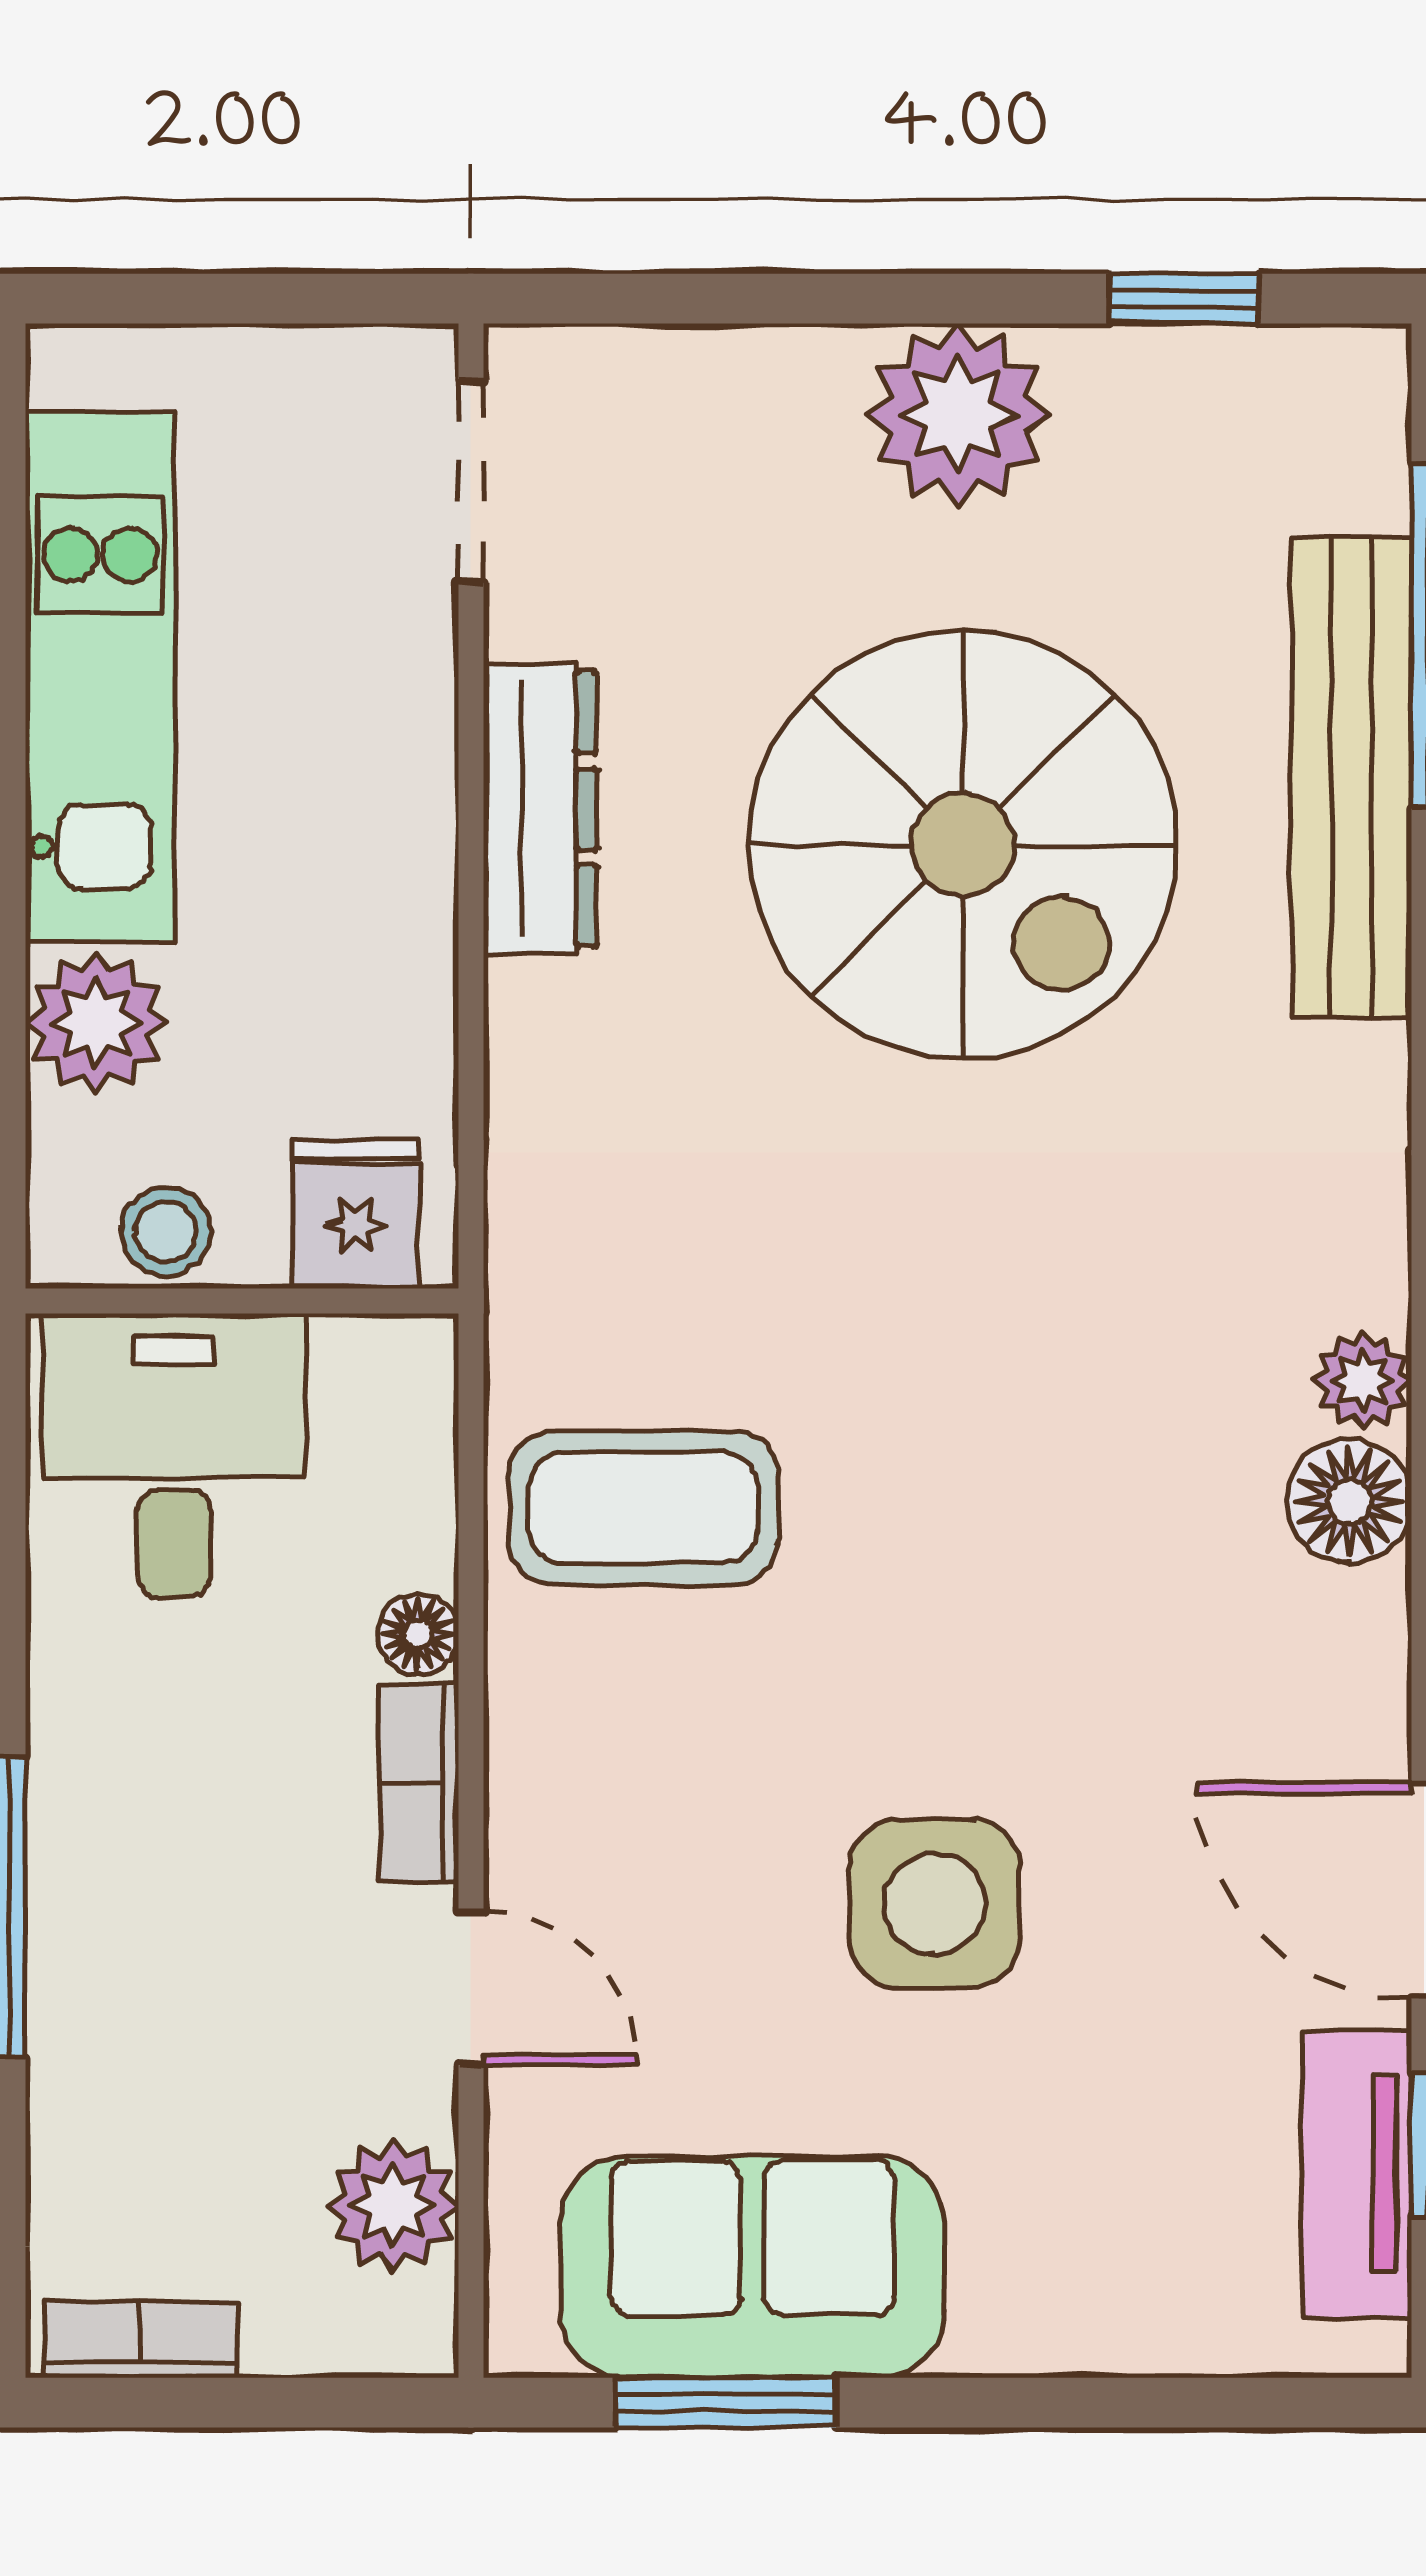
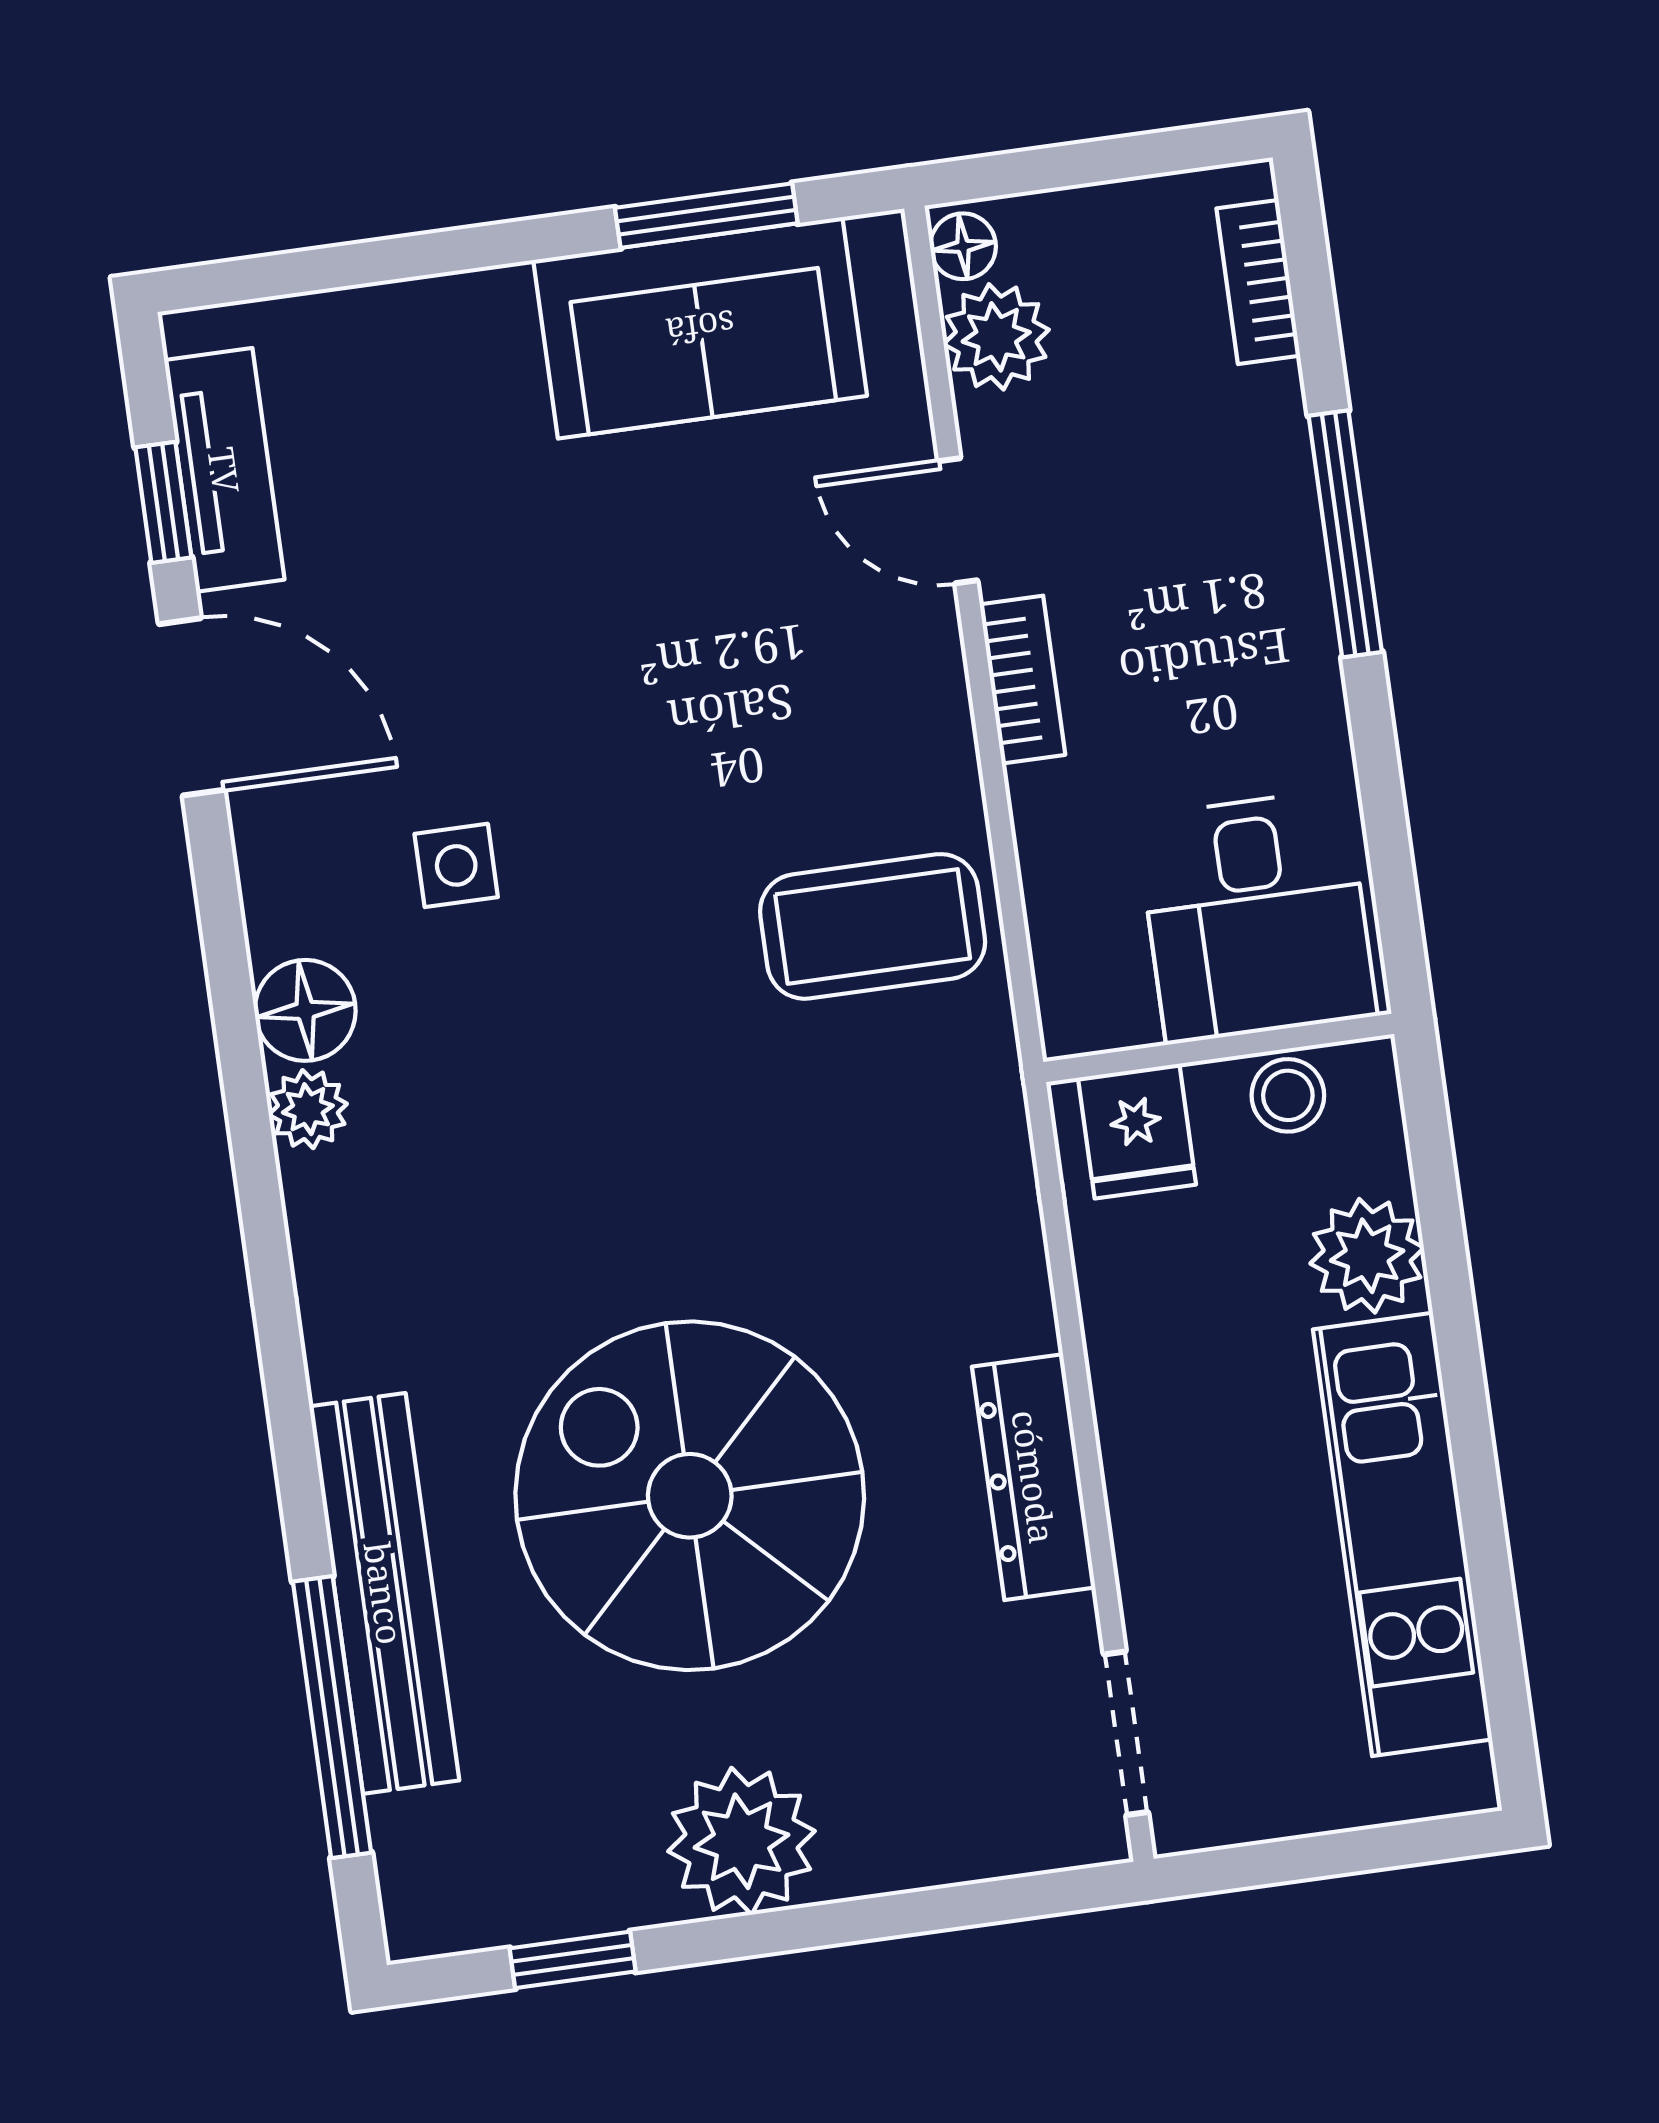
floor lamp: (418, 1634) -> (963, 246), moved
side table: (935, 1904) -> (456, 865), moved, width x0.54, depth x0.54
bookcase: (140, 2339) -> (1258, 282), moved, turned 90

